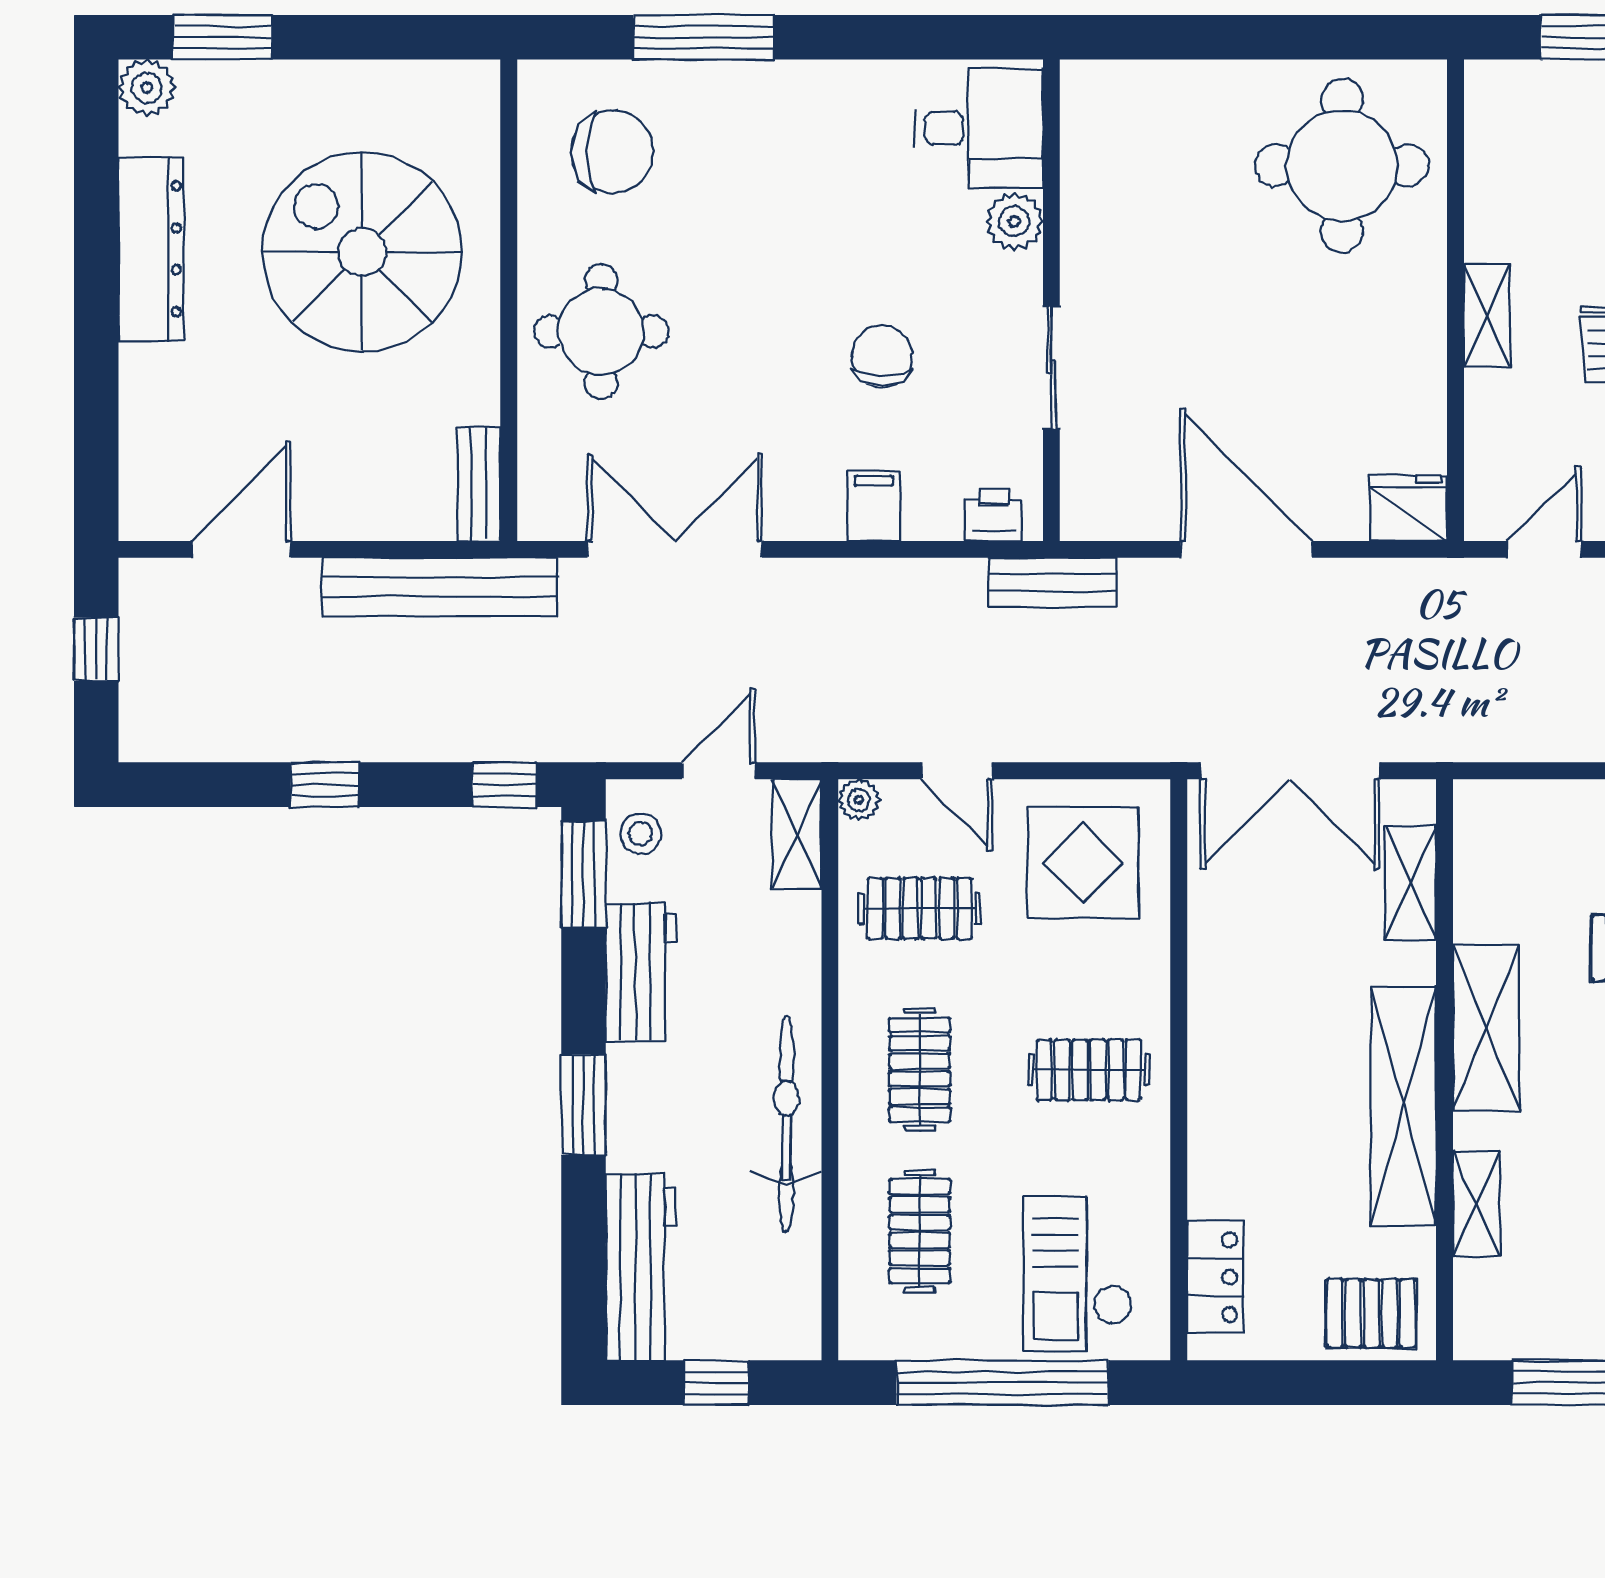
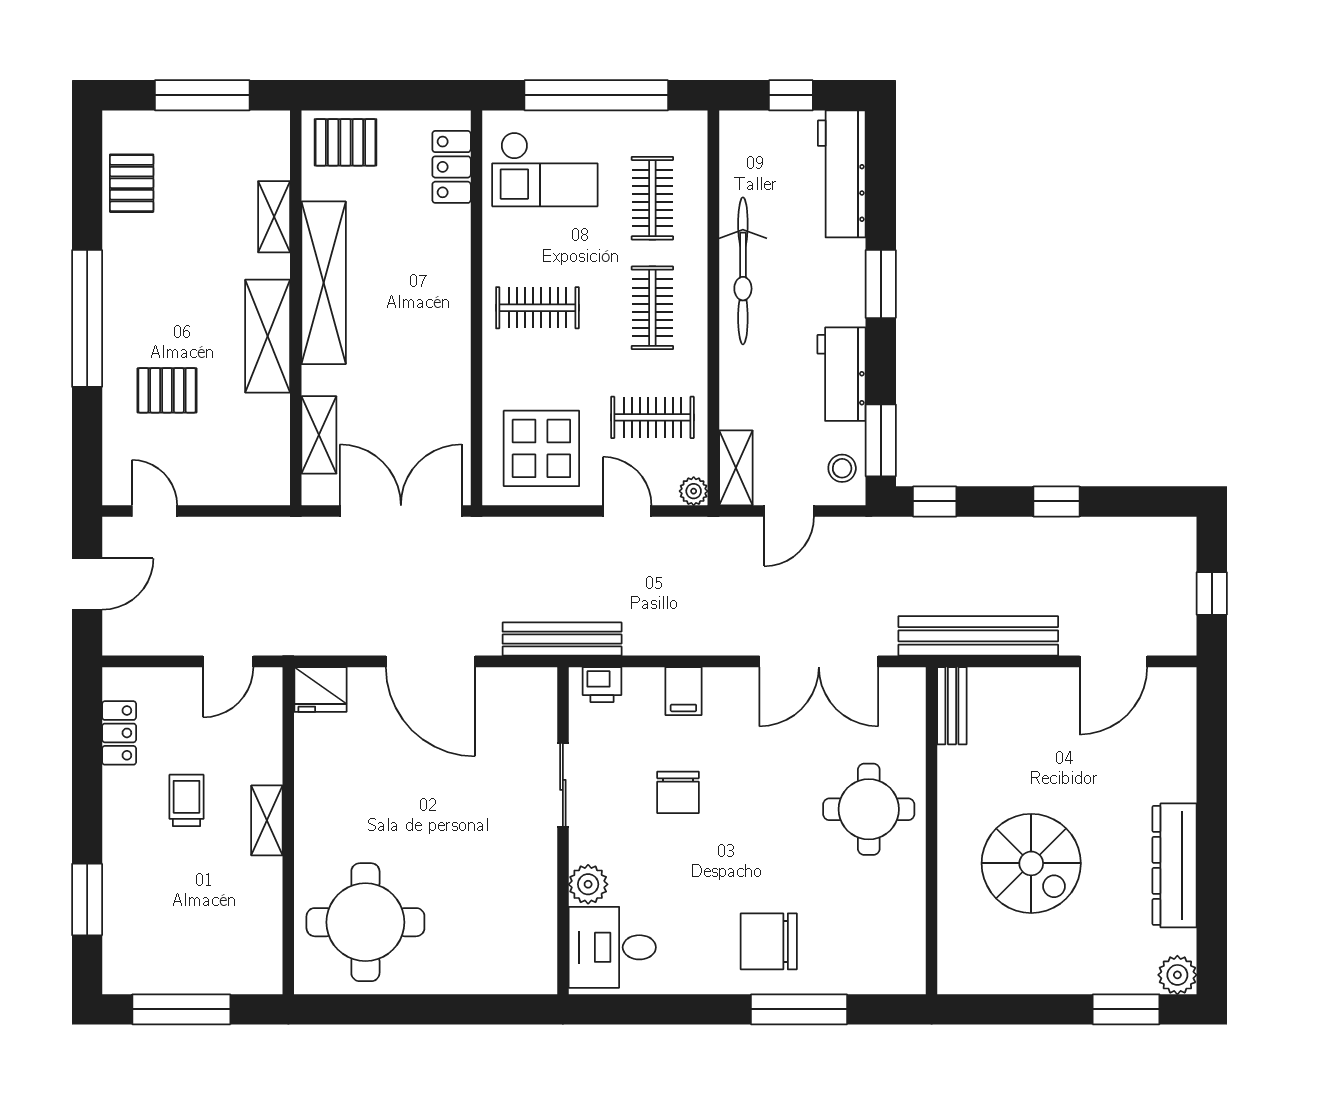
chair: (612, 152) -> (769, 941), moved
spiral stairs: (362, 252) -> (1031, 863), width x0.73, depth x0.73
bench: (1053, 582) -> (562, 639), width x1.36
checkout: (1078, 1274) -> (545, 169), turned 90

